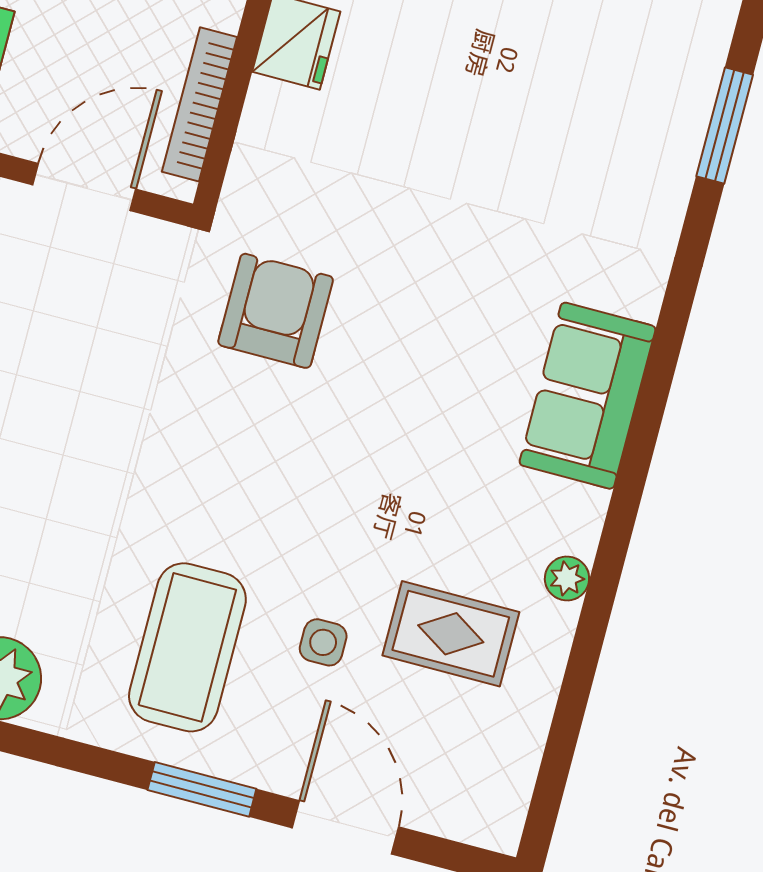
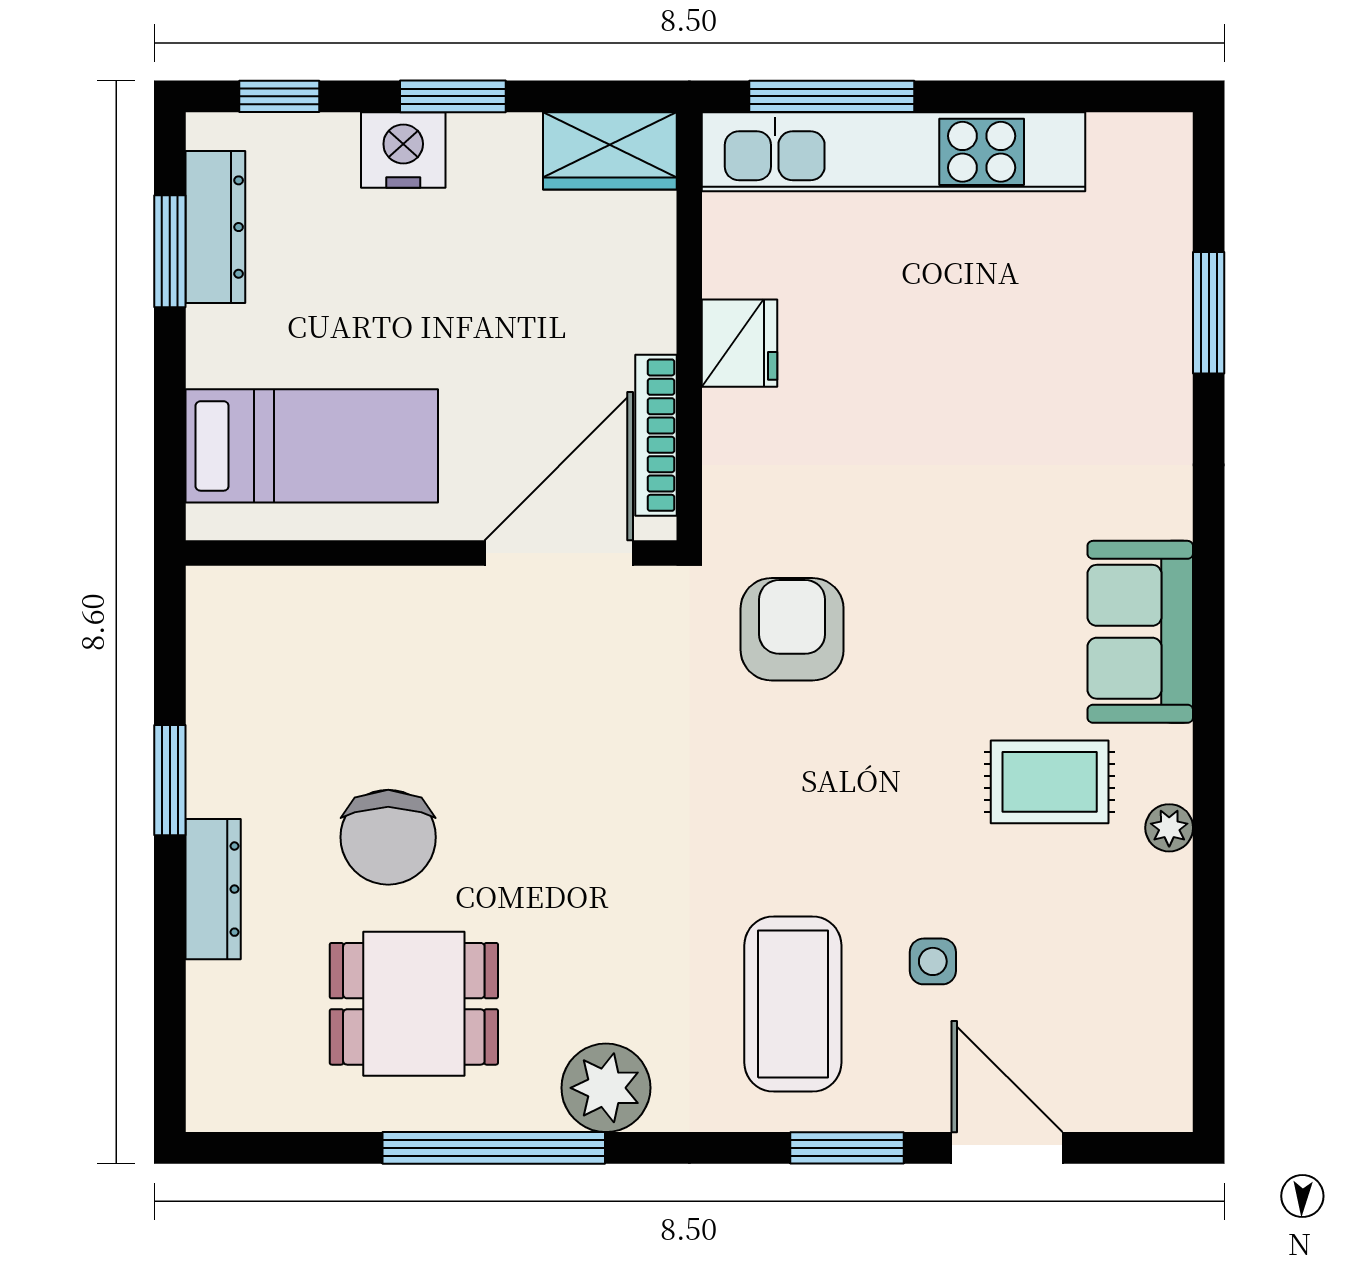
door: (84, 187) -> (559, 553), width x1.36
rug: (451, 634) -> (1050, 782), moved

